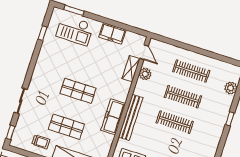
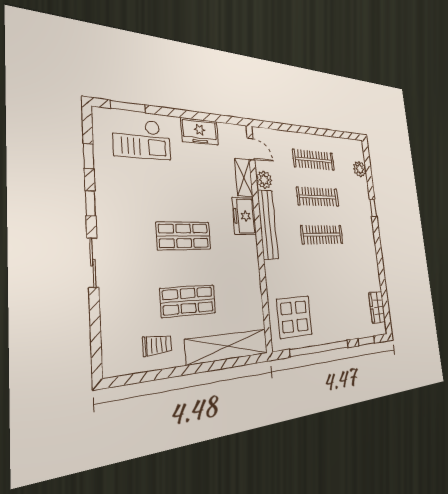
sliding door: (21, 101) -> (93, 263), moved
freezer: (113, 117) -> (244, 216), moved, width x0.71
bench: (131, 117) -> (268, 224), moved
window: (11, 132) -> (90, 203), moved

